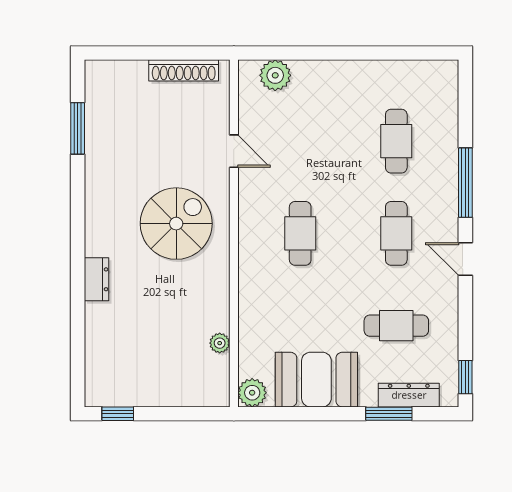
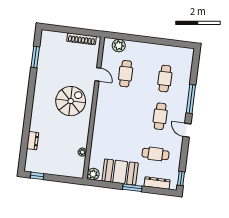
cafe table: (300, 233) -> (126, 74), moved
dresser: (97, 279) -> (33, 141), moved
window: (389, 414) -> (132, 188), moved

